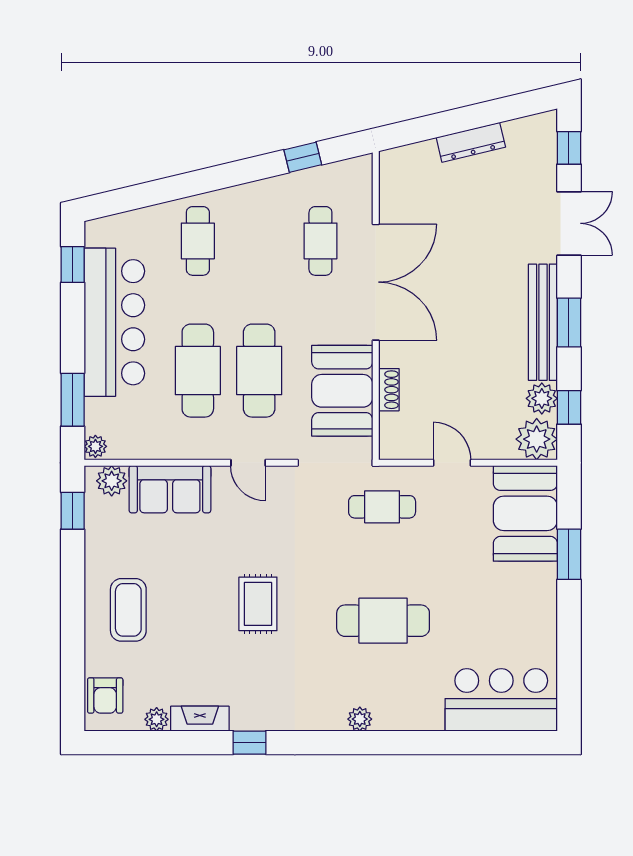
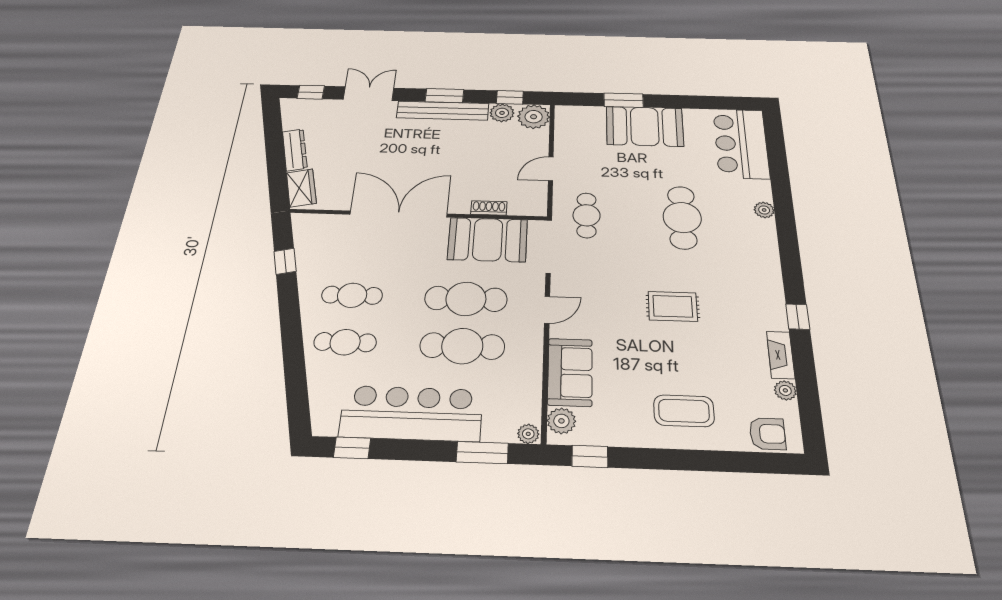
wardrobe: (411, 160) -> (301, 188), added
cafe table: (320, 241) -> (352, 295), moved
booth: (525, 513) -> (645, 126), moved
plant: (360, 719) -> (764, 210), moved

